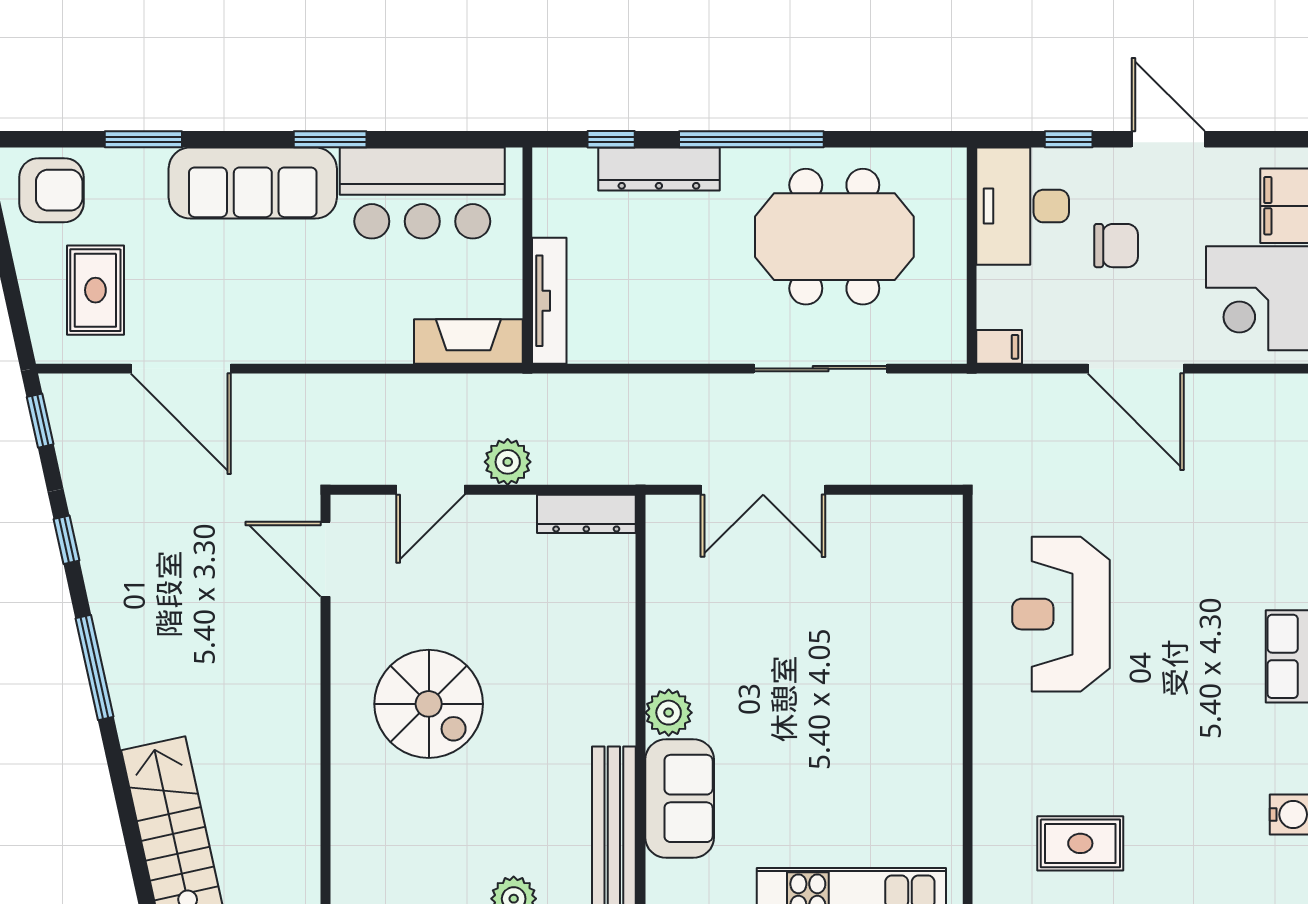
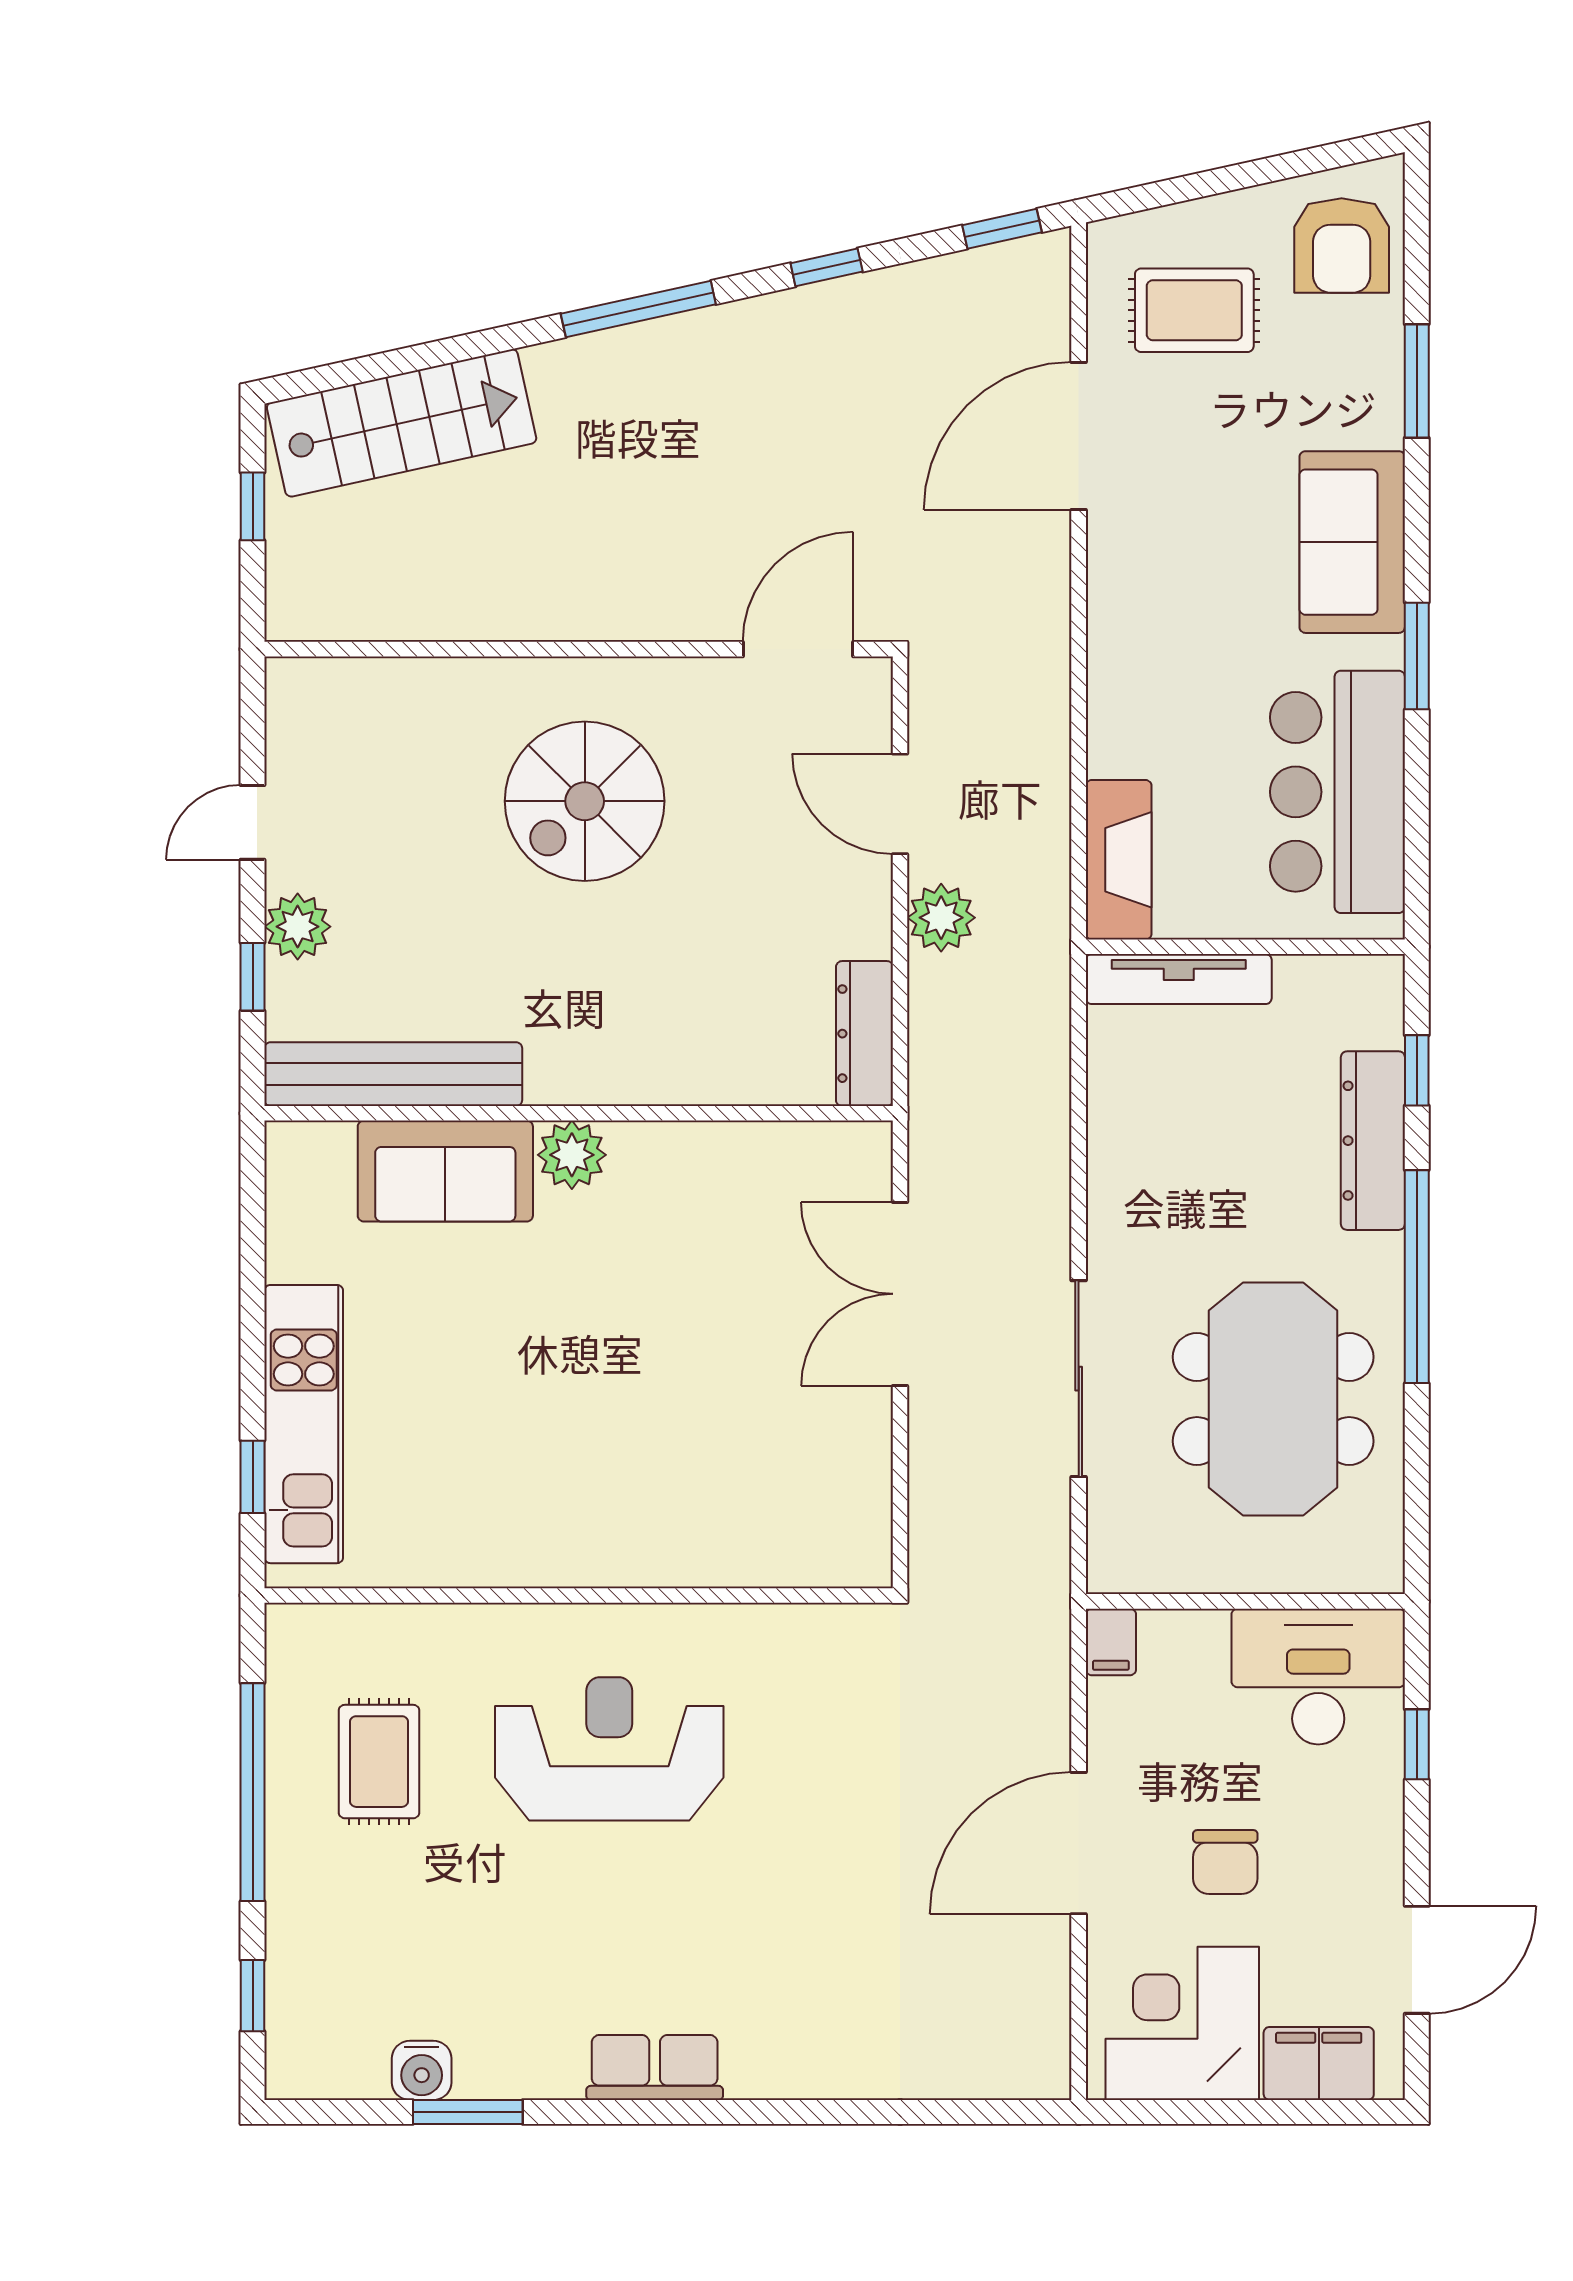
door: (1168, 139) -> (1417, 1960), moved
sofa: (253, 183) -> (1352, 542), width x0.73
chair: (1116, 246) -> (1225, 1862), moved
reception desk: (1061, 614) -> (609, 1749), moved

